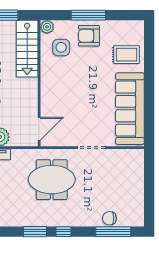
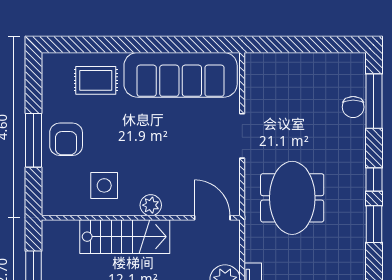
plant: (47, 27) -> (151, 205), moved
side table: (61, 47) -> (104, 185), moved
stairs: (27, 49) -> (125, 237), moved
rug: (126, 55) -> (96, 80), turned 90

